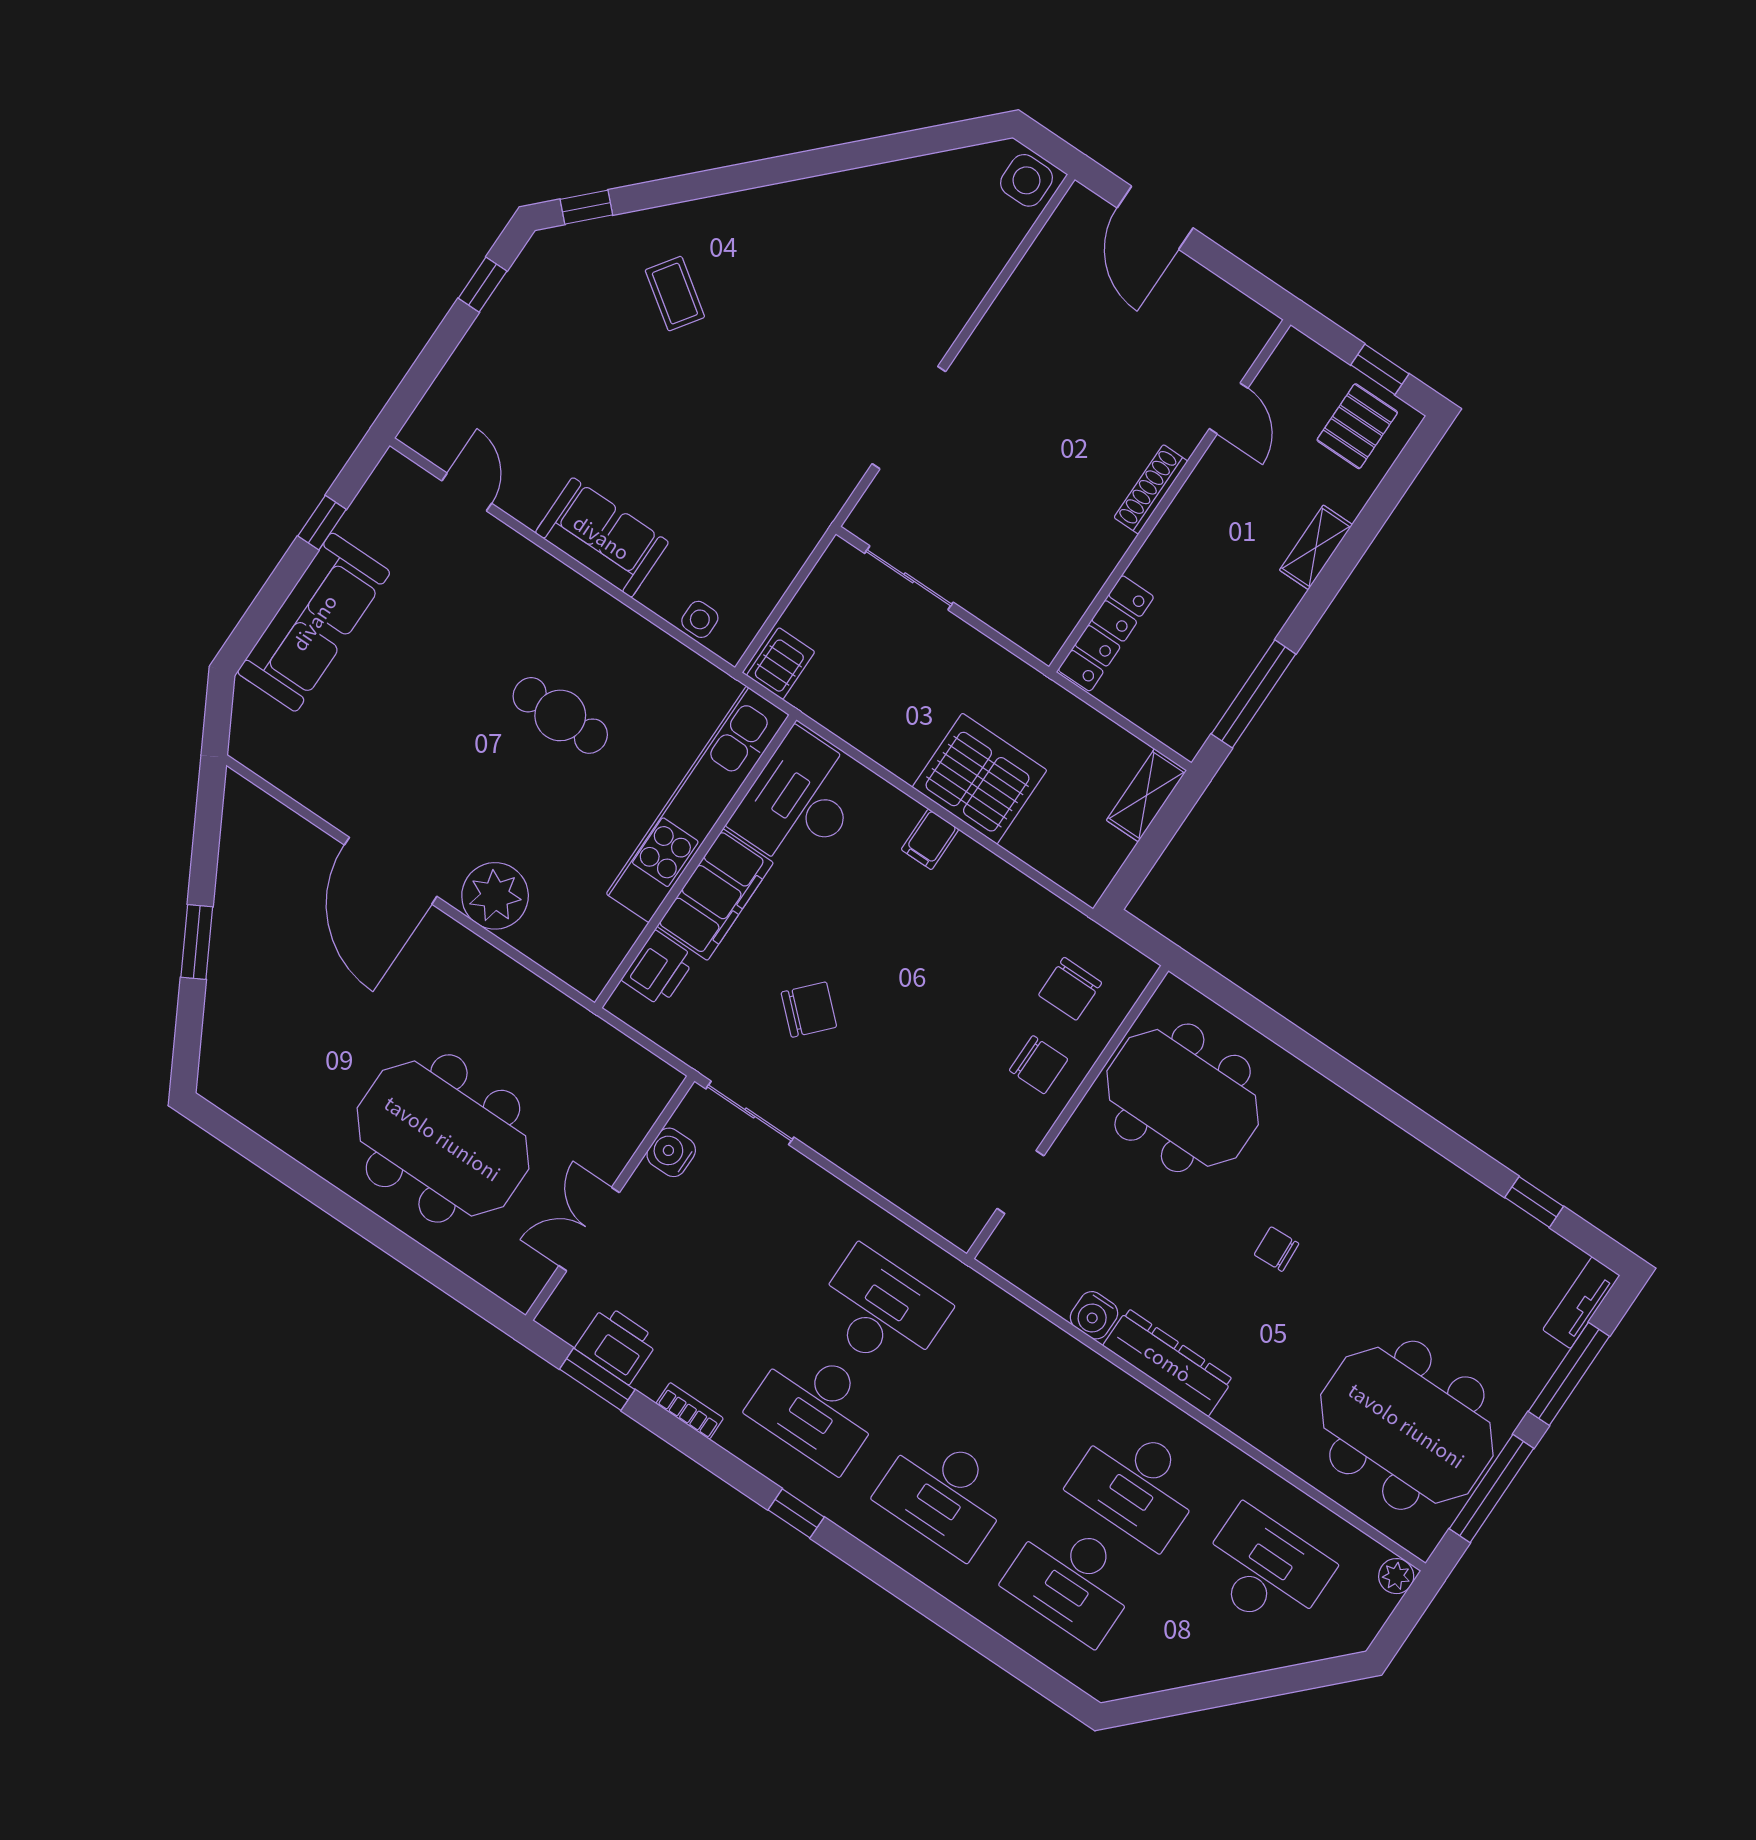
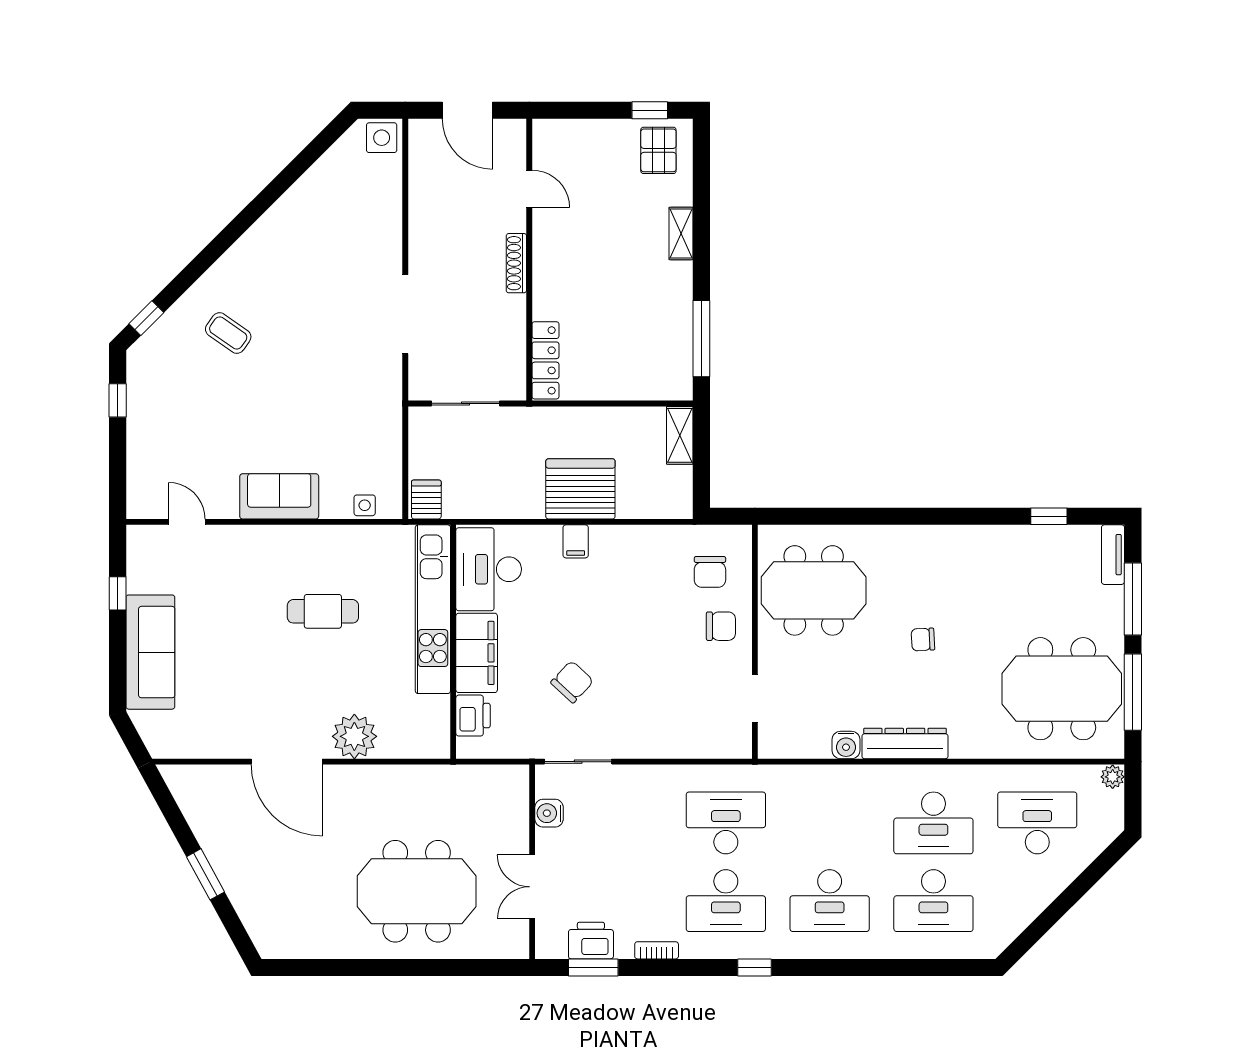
door: (1229, 408) -> (529, 189), moved
shoe rack: (1151, 489) -> (516, 263), moved
wall: (1170, 496) -> (529, 260), moved
locker: (1106, 633) -> (545, 360), moved

